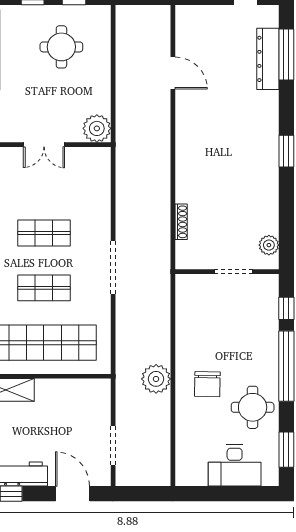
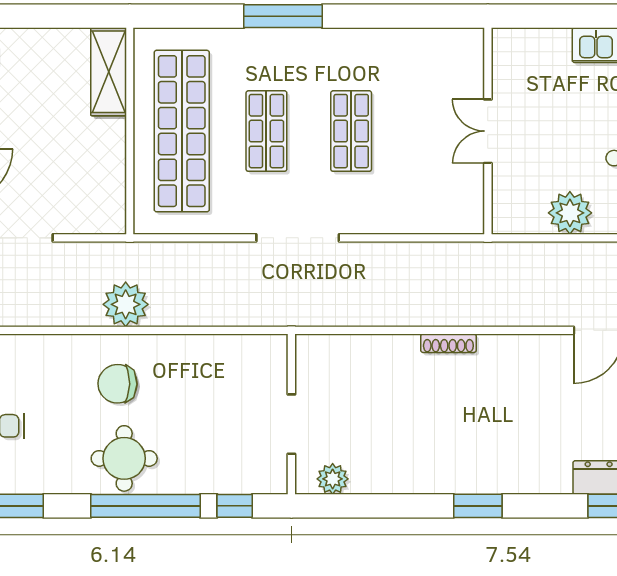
plant: (97, 128) -> (570, 213), moved
shoe rack: (181, 222) -> (448, 343), moved
round table: (253, 407) -> (124, 458), moved

